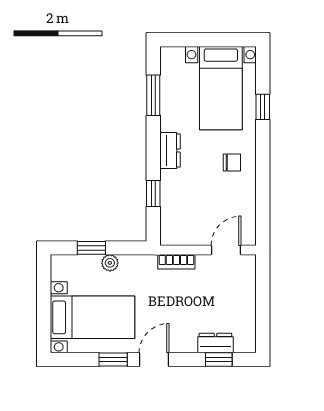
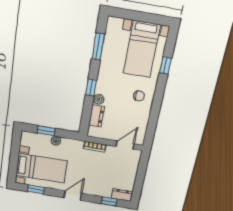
dresser: (170, 151) -> (96, 116), moved
plant: (169, 179) -> (99, 99), added
window: (153, 194) -> (91, 88), moved
dresser: (215, 343) -> (122, 195), moved
window: (113, 360) -> (36, 189), moved

